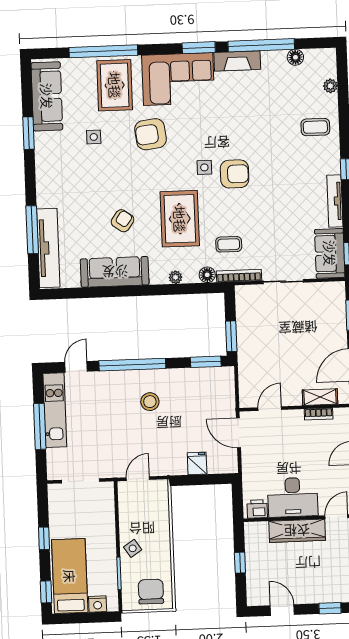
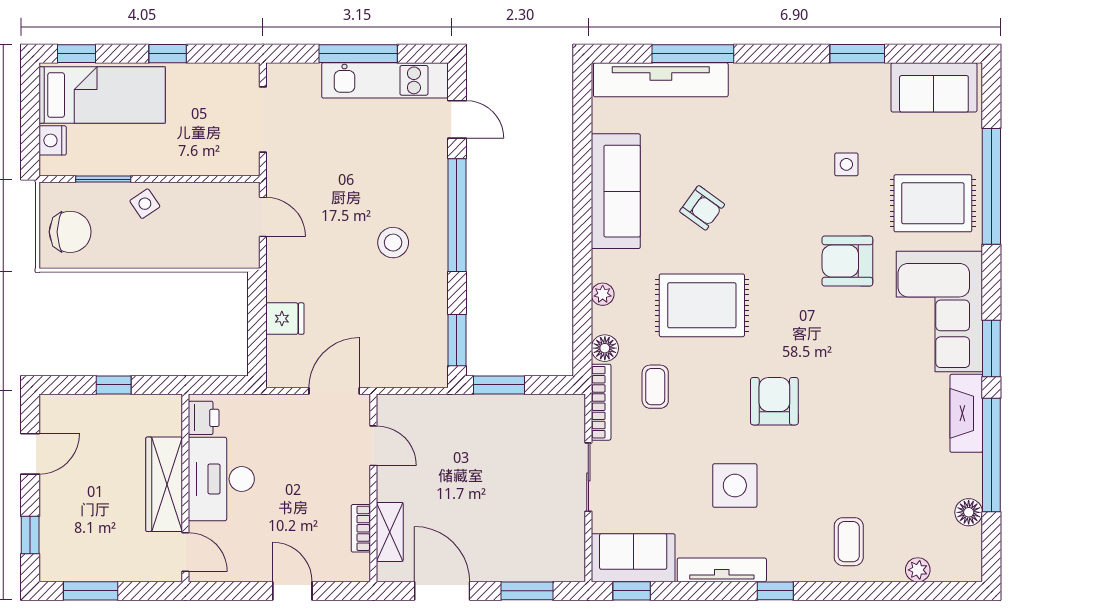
sofa: (47, 96) -> (934, 87), width x0.73
armchair: (151, 134) -> (847, 261), turned -83
side table: (204, 167) -> (735, 486), moved, width x1.87, depth x1.87
armchair: (235, 174) -> (774, 401), turned 180

